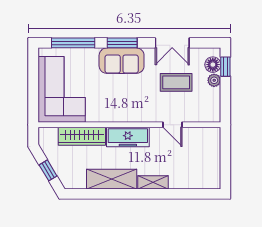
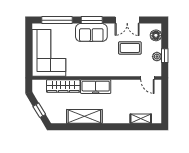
window: (225, 67) -> (165, 56), moved
plant: (214, 80) -> (157, 57), moved
door: (173, 125) -> (147, 78), moved
shelving: (153, 182) -> (141, 119), moved

